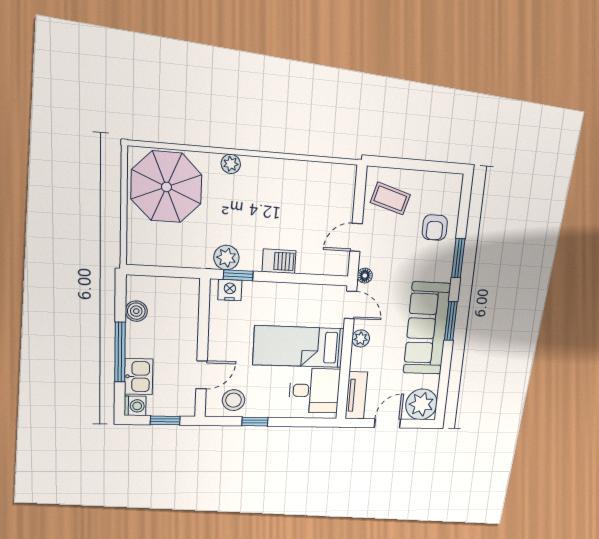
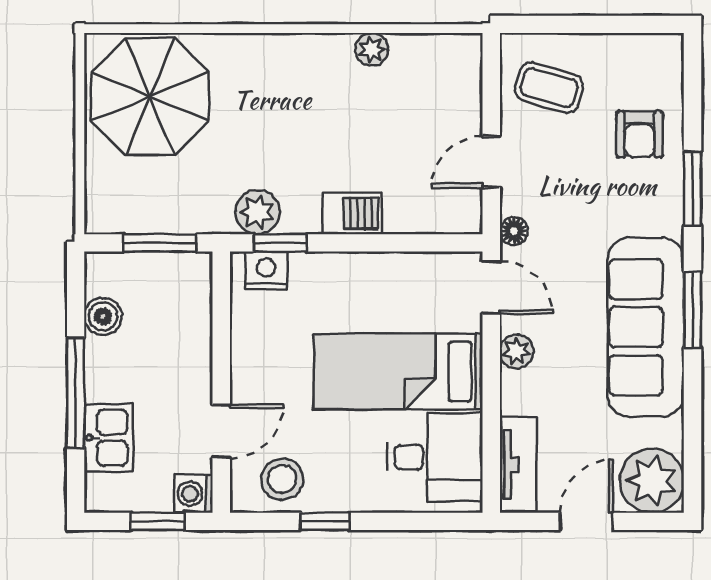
plant: (231, 164) -> (372, 49), moved
window: (170, 272) -> (160, 243), added
washing machine: (135, 406) -> (194, 494), moved, turned 180

